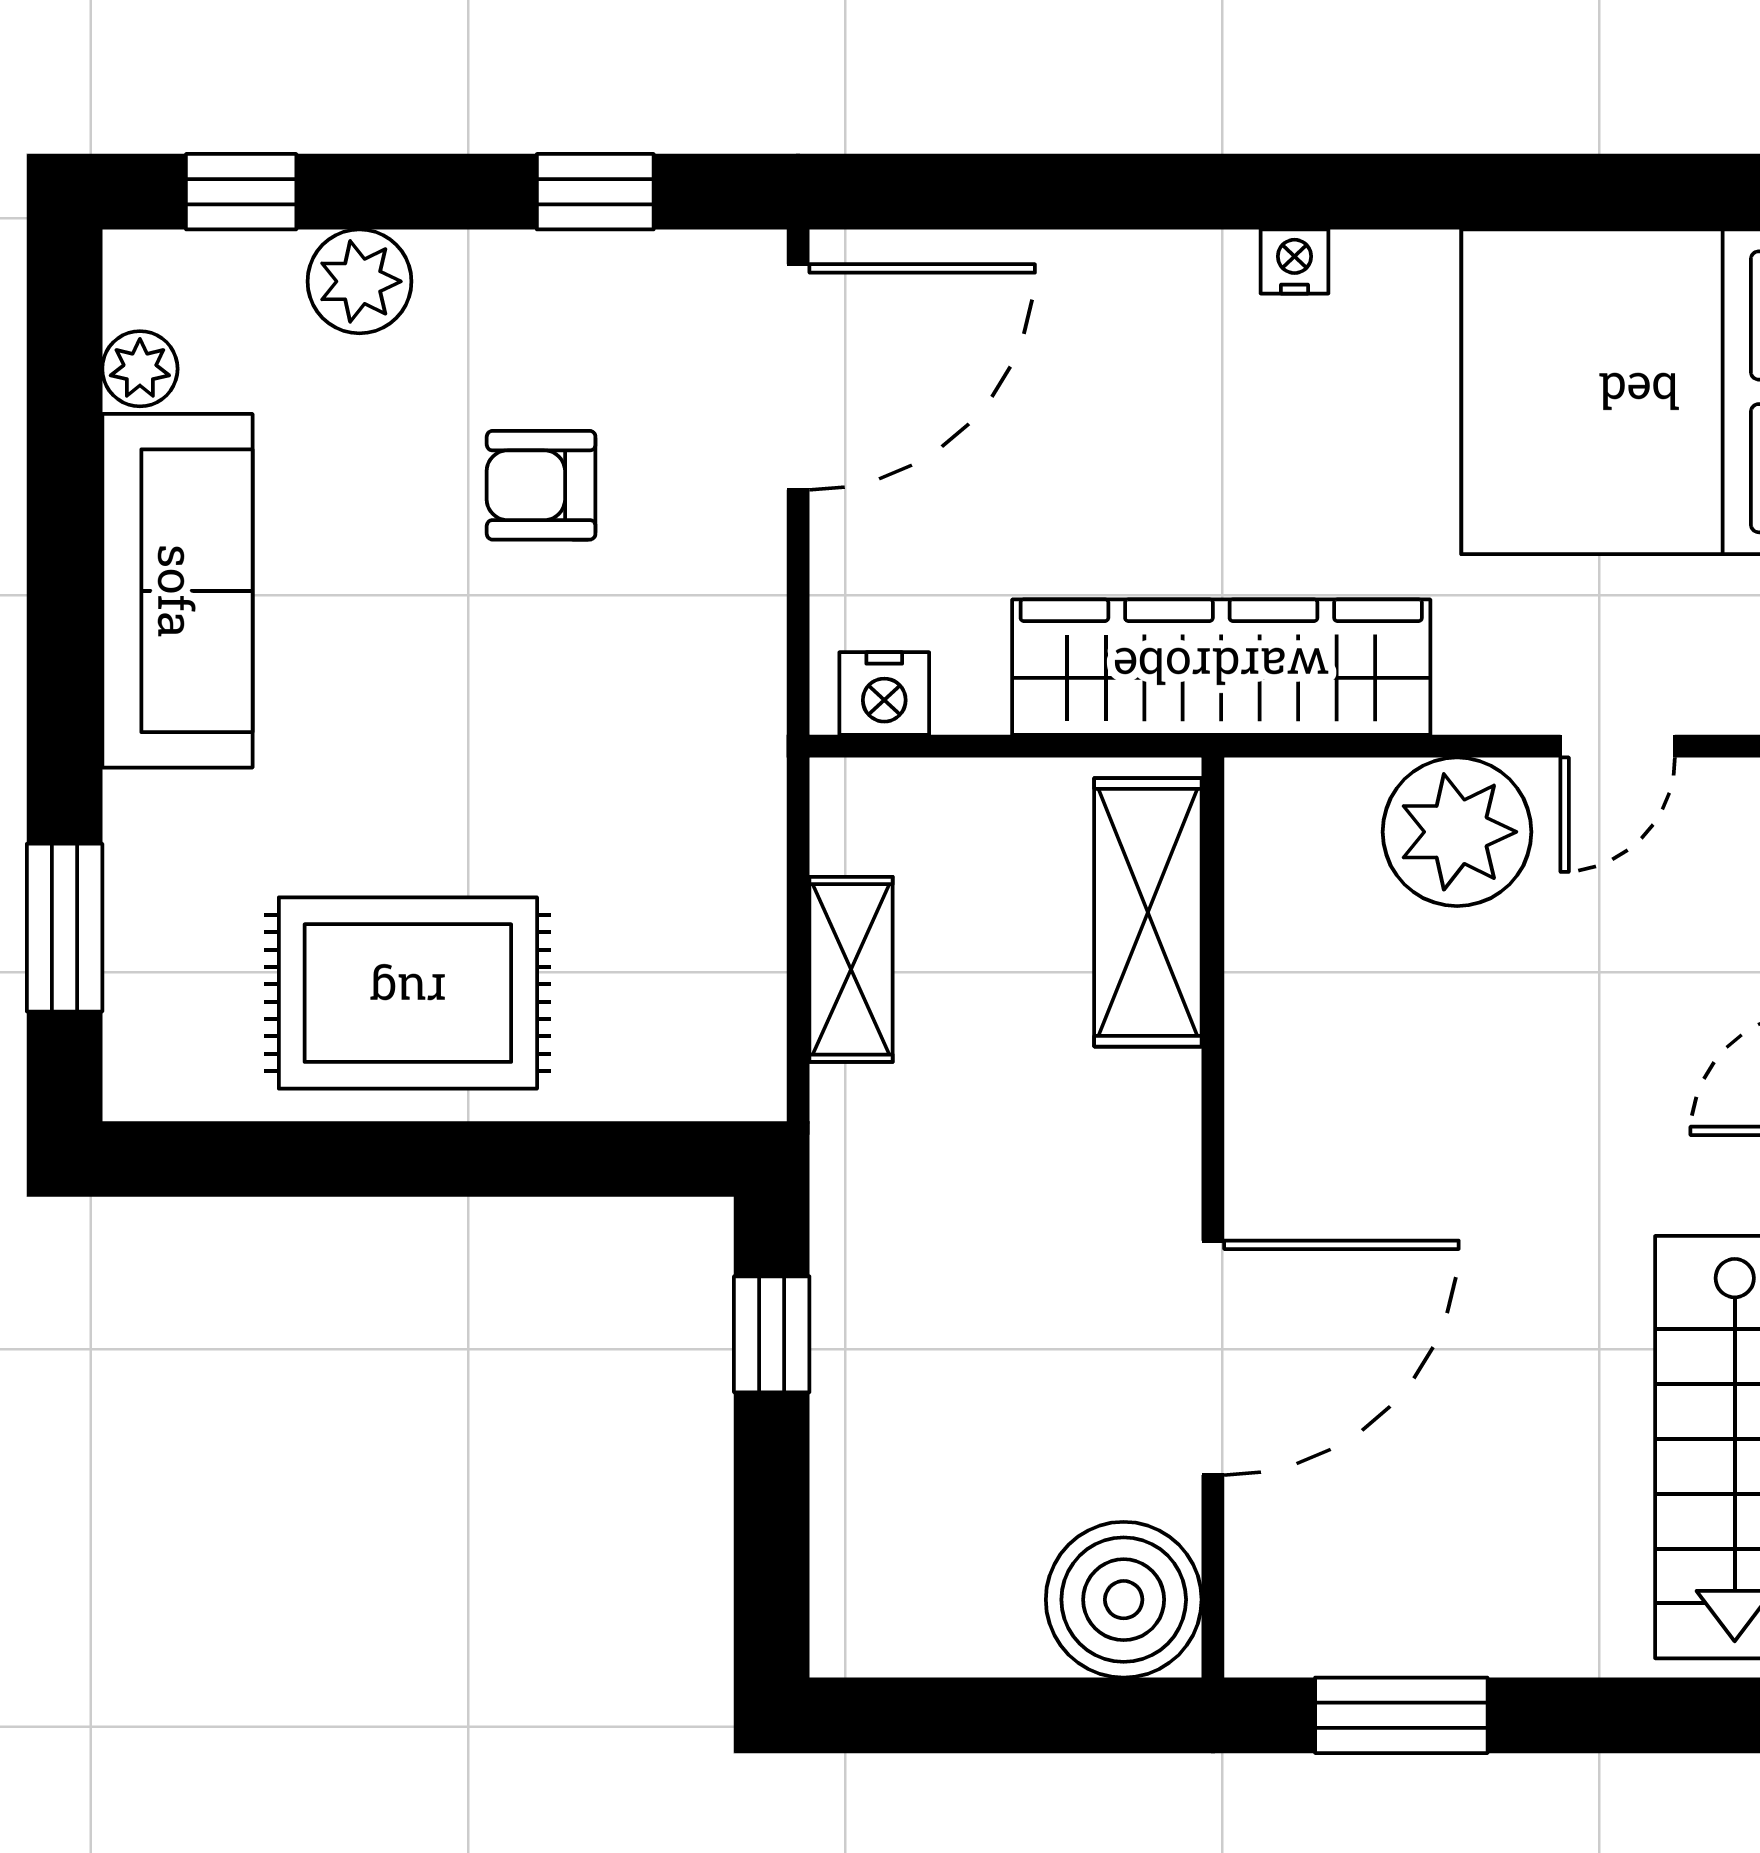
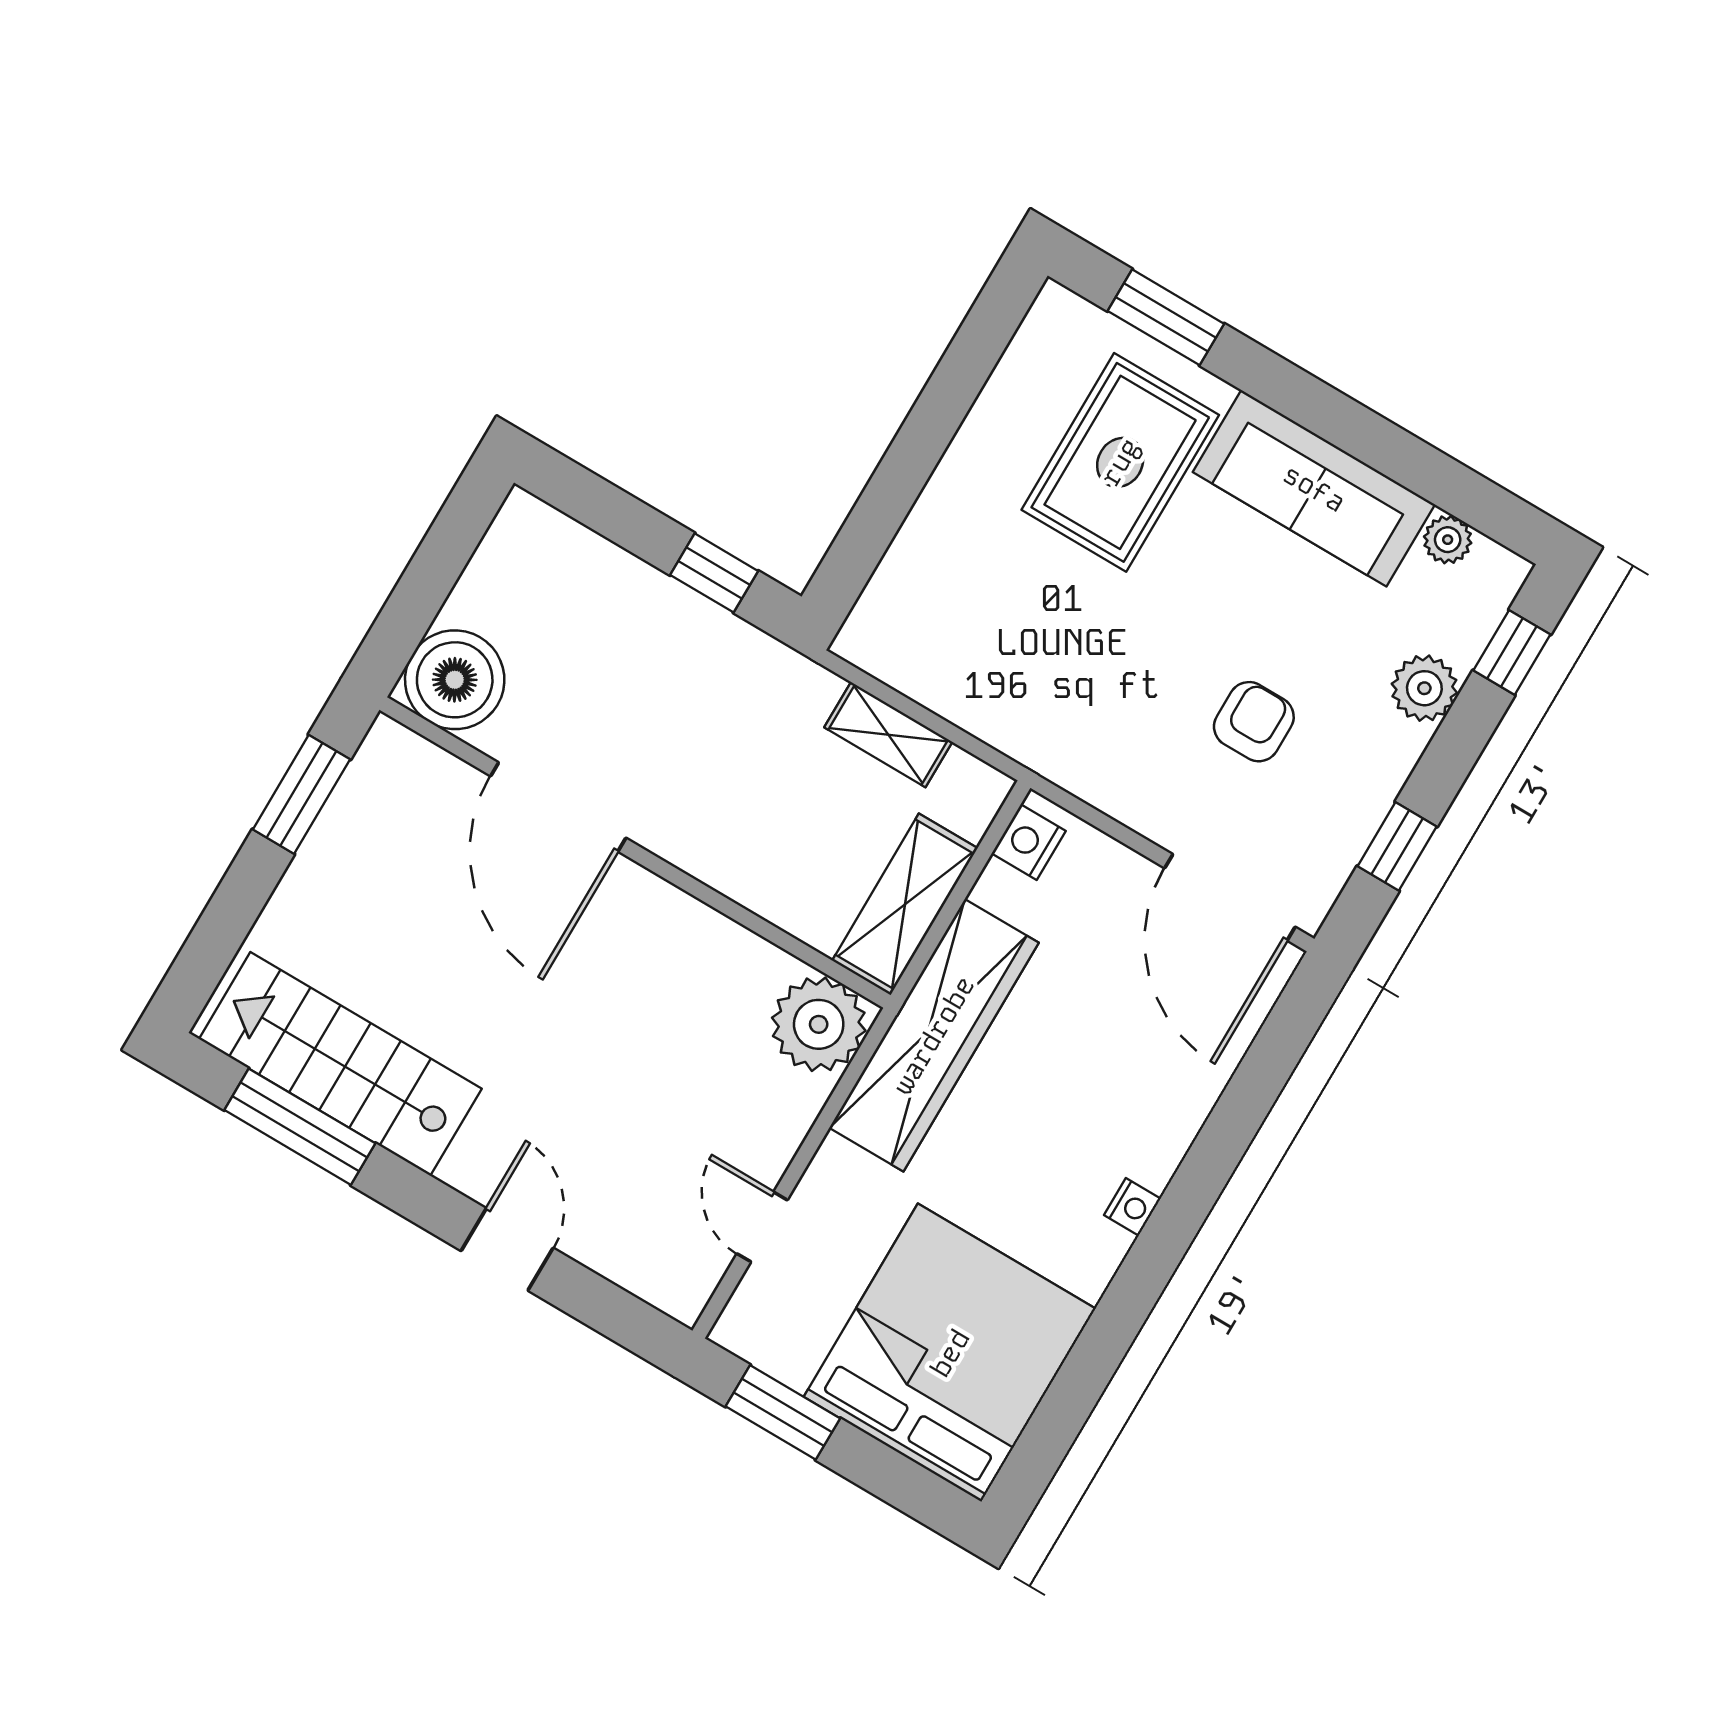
plant: (1457, 832) -> (819, 1024), moved
shelving: (1148, 912) -> (905, 904), moved, turned 90
rug: (408, 993) -> (1120, 462), moved

